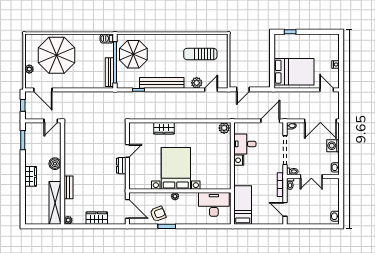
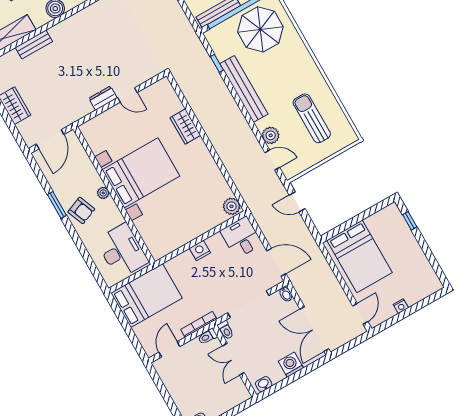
desk: (245, 144) -> (241, 238), moved
bed: (243, 205) -> (147, 296), width x1.50
armchair: (158, 214) -> (81, 210), moved

